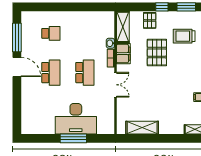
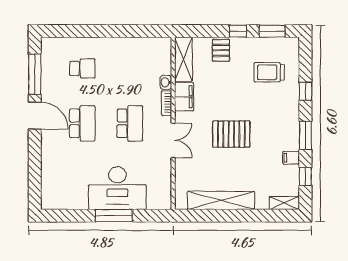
pallet: (157, 53) -> (231, 134), moved, turned 90
shelving: (142, 128) -> (221, 200), width x1.47

